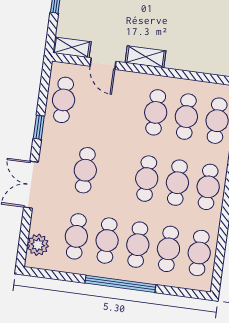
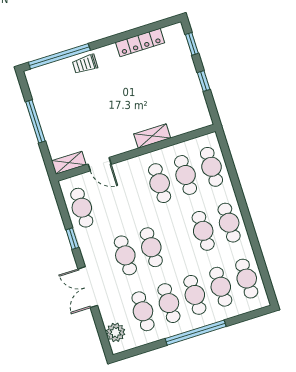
shelving: (146, 57) -> (152, 136), moved
cafe table: (147, 179) -> (151, 247), moved

